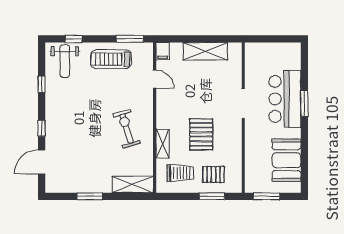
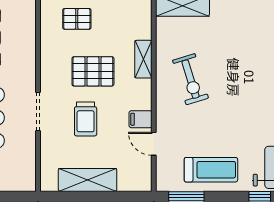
filing cabinet: (163, 51) -> (141, 119), moved, turned -90
pallet: (201, 134) -> (93, 71), turned 90
trolley: (180, 173) -> (86, 119), moved, turned -90

